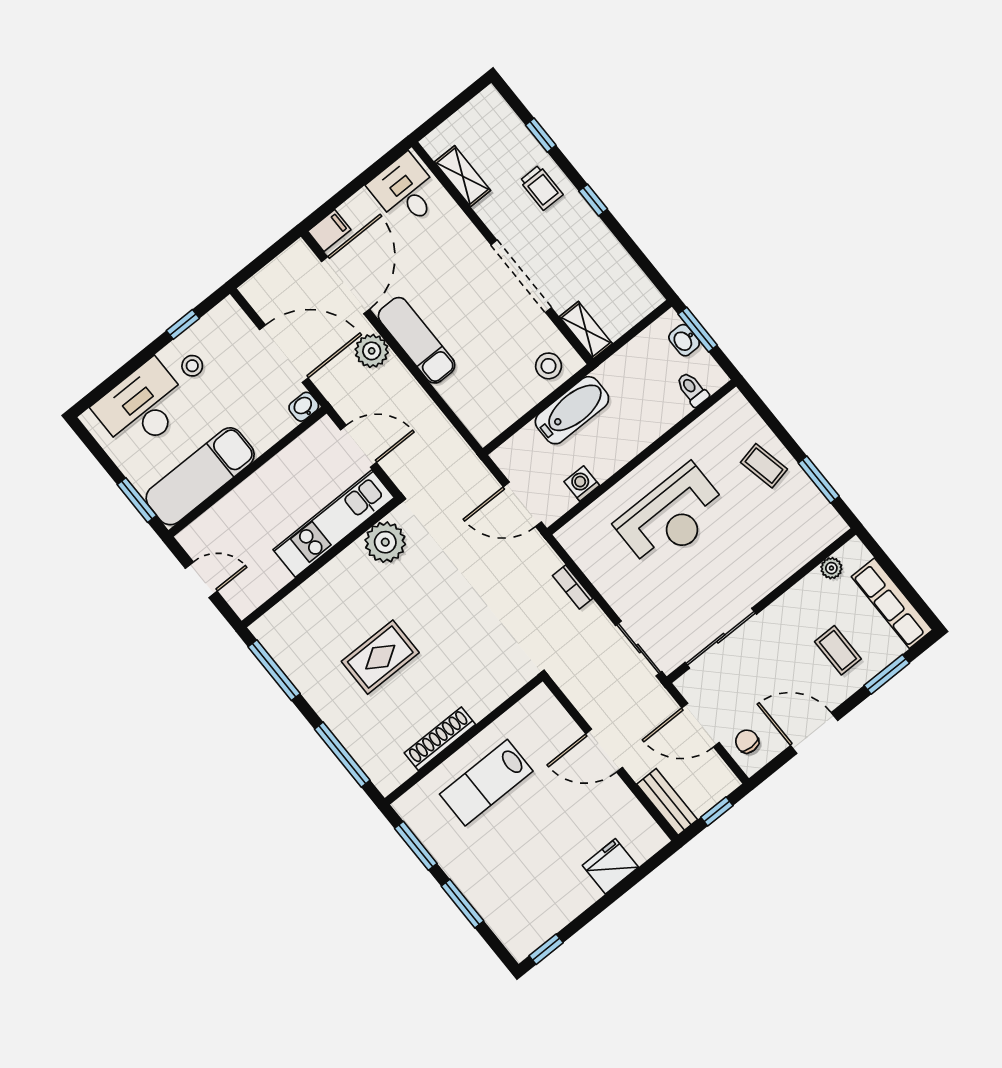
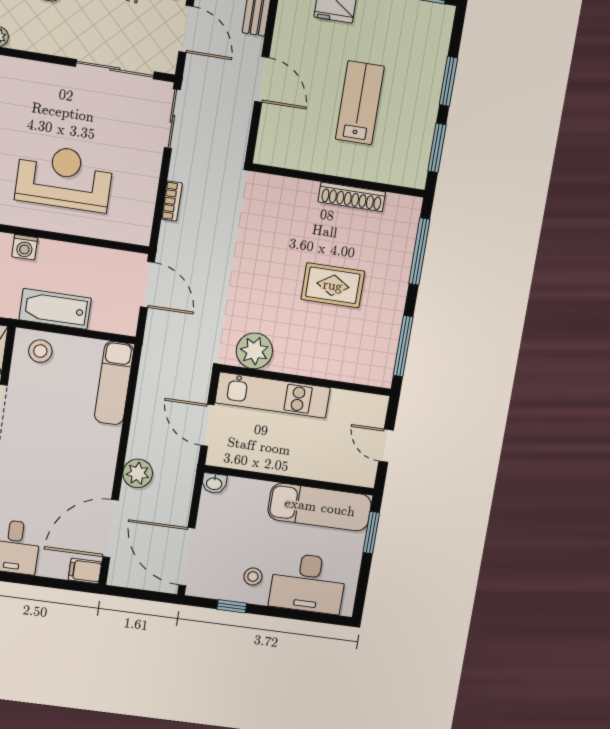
exam couch: (417, 340) -> (114, 383), moved
door: (284, 354) -> (187, 557), moved
washing machine: (582, 484) -> (25, 247), moved
lab bench: (486, 783) -> (360, 103), moved, turned -90

